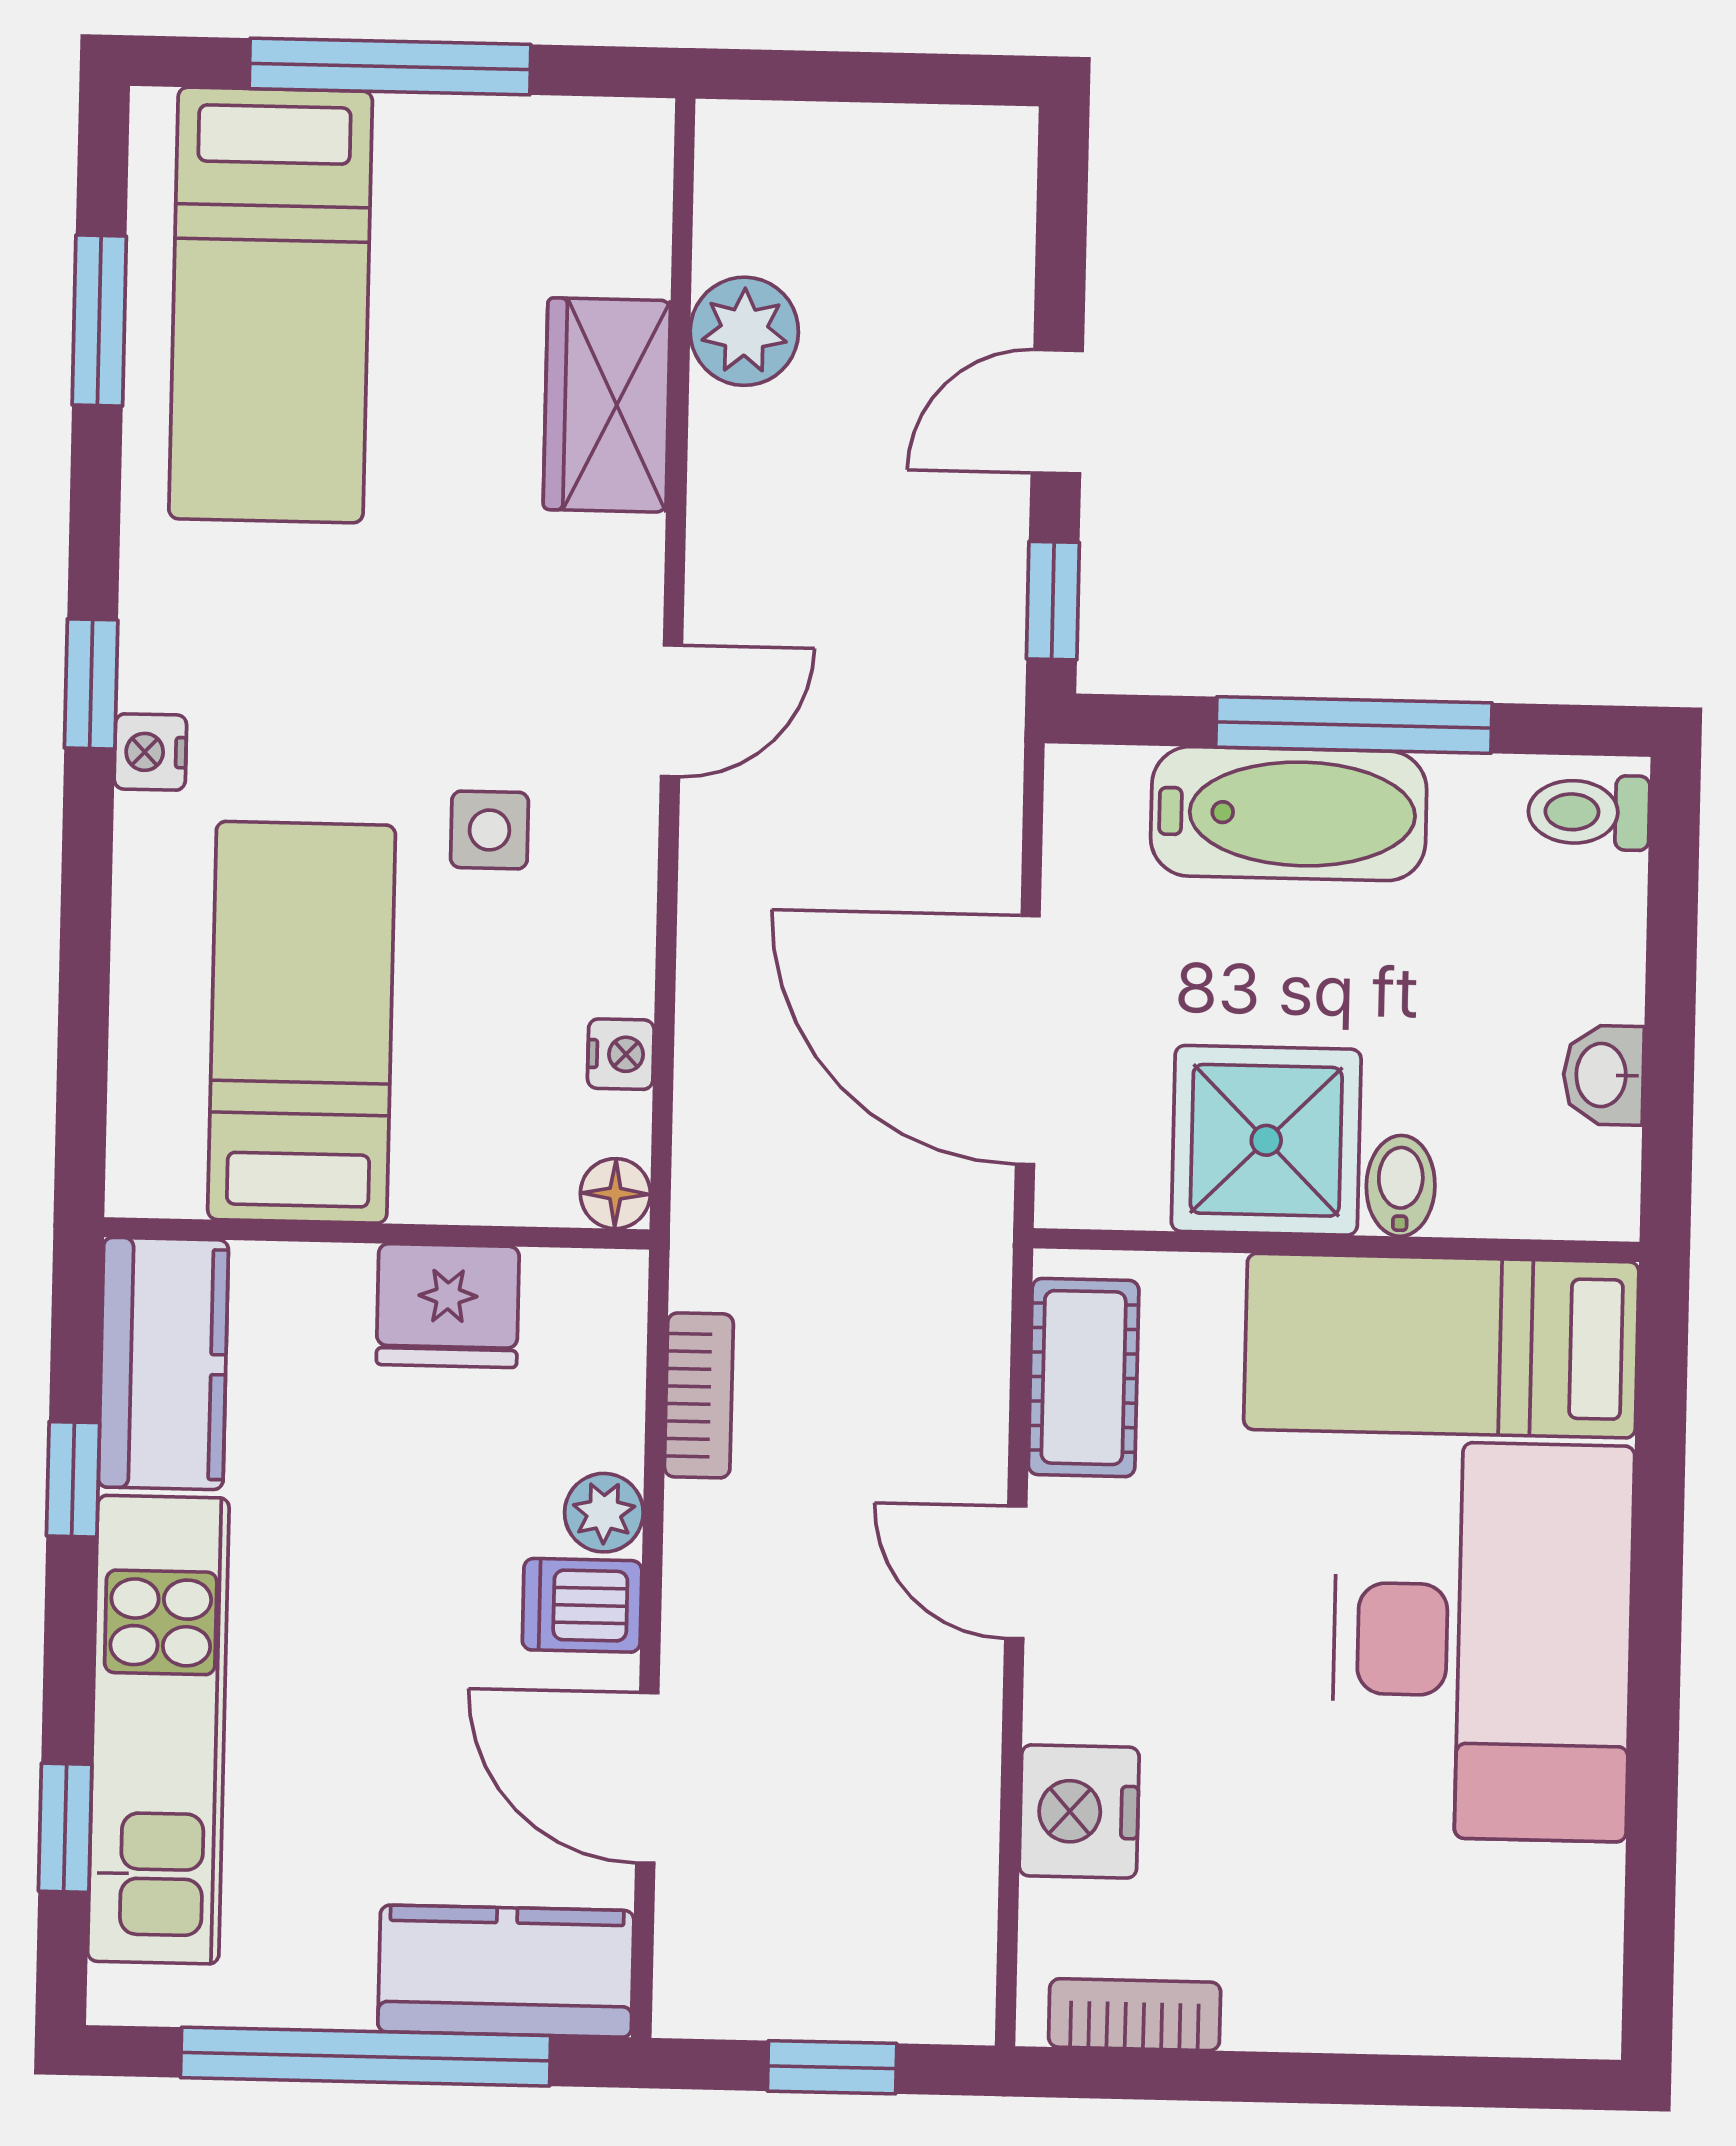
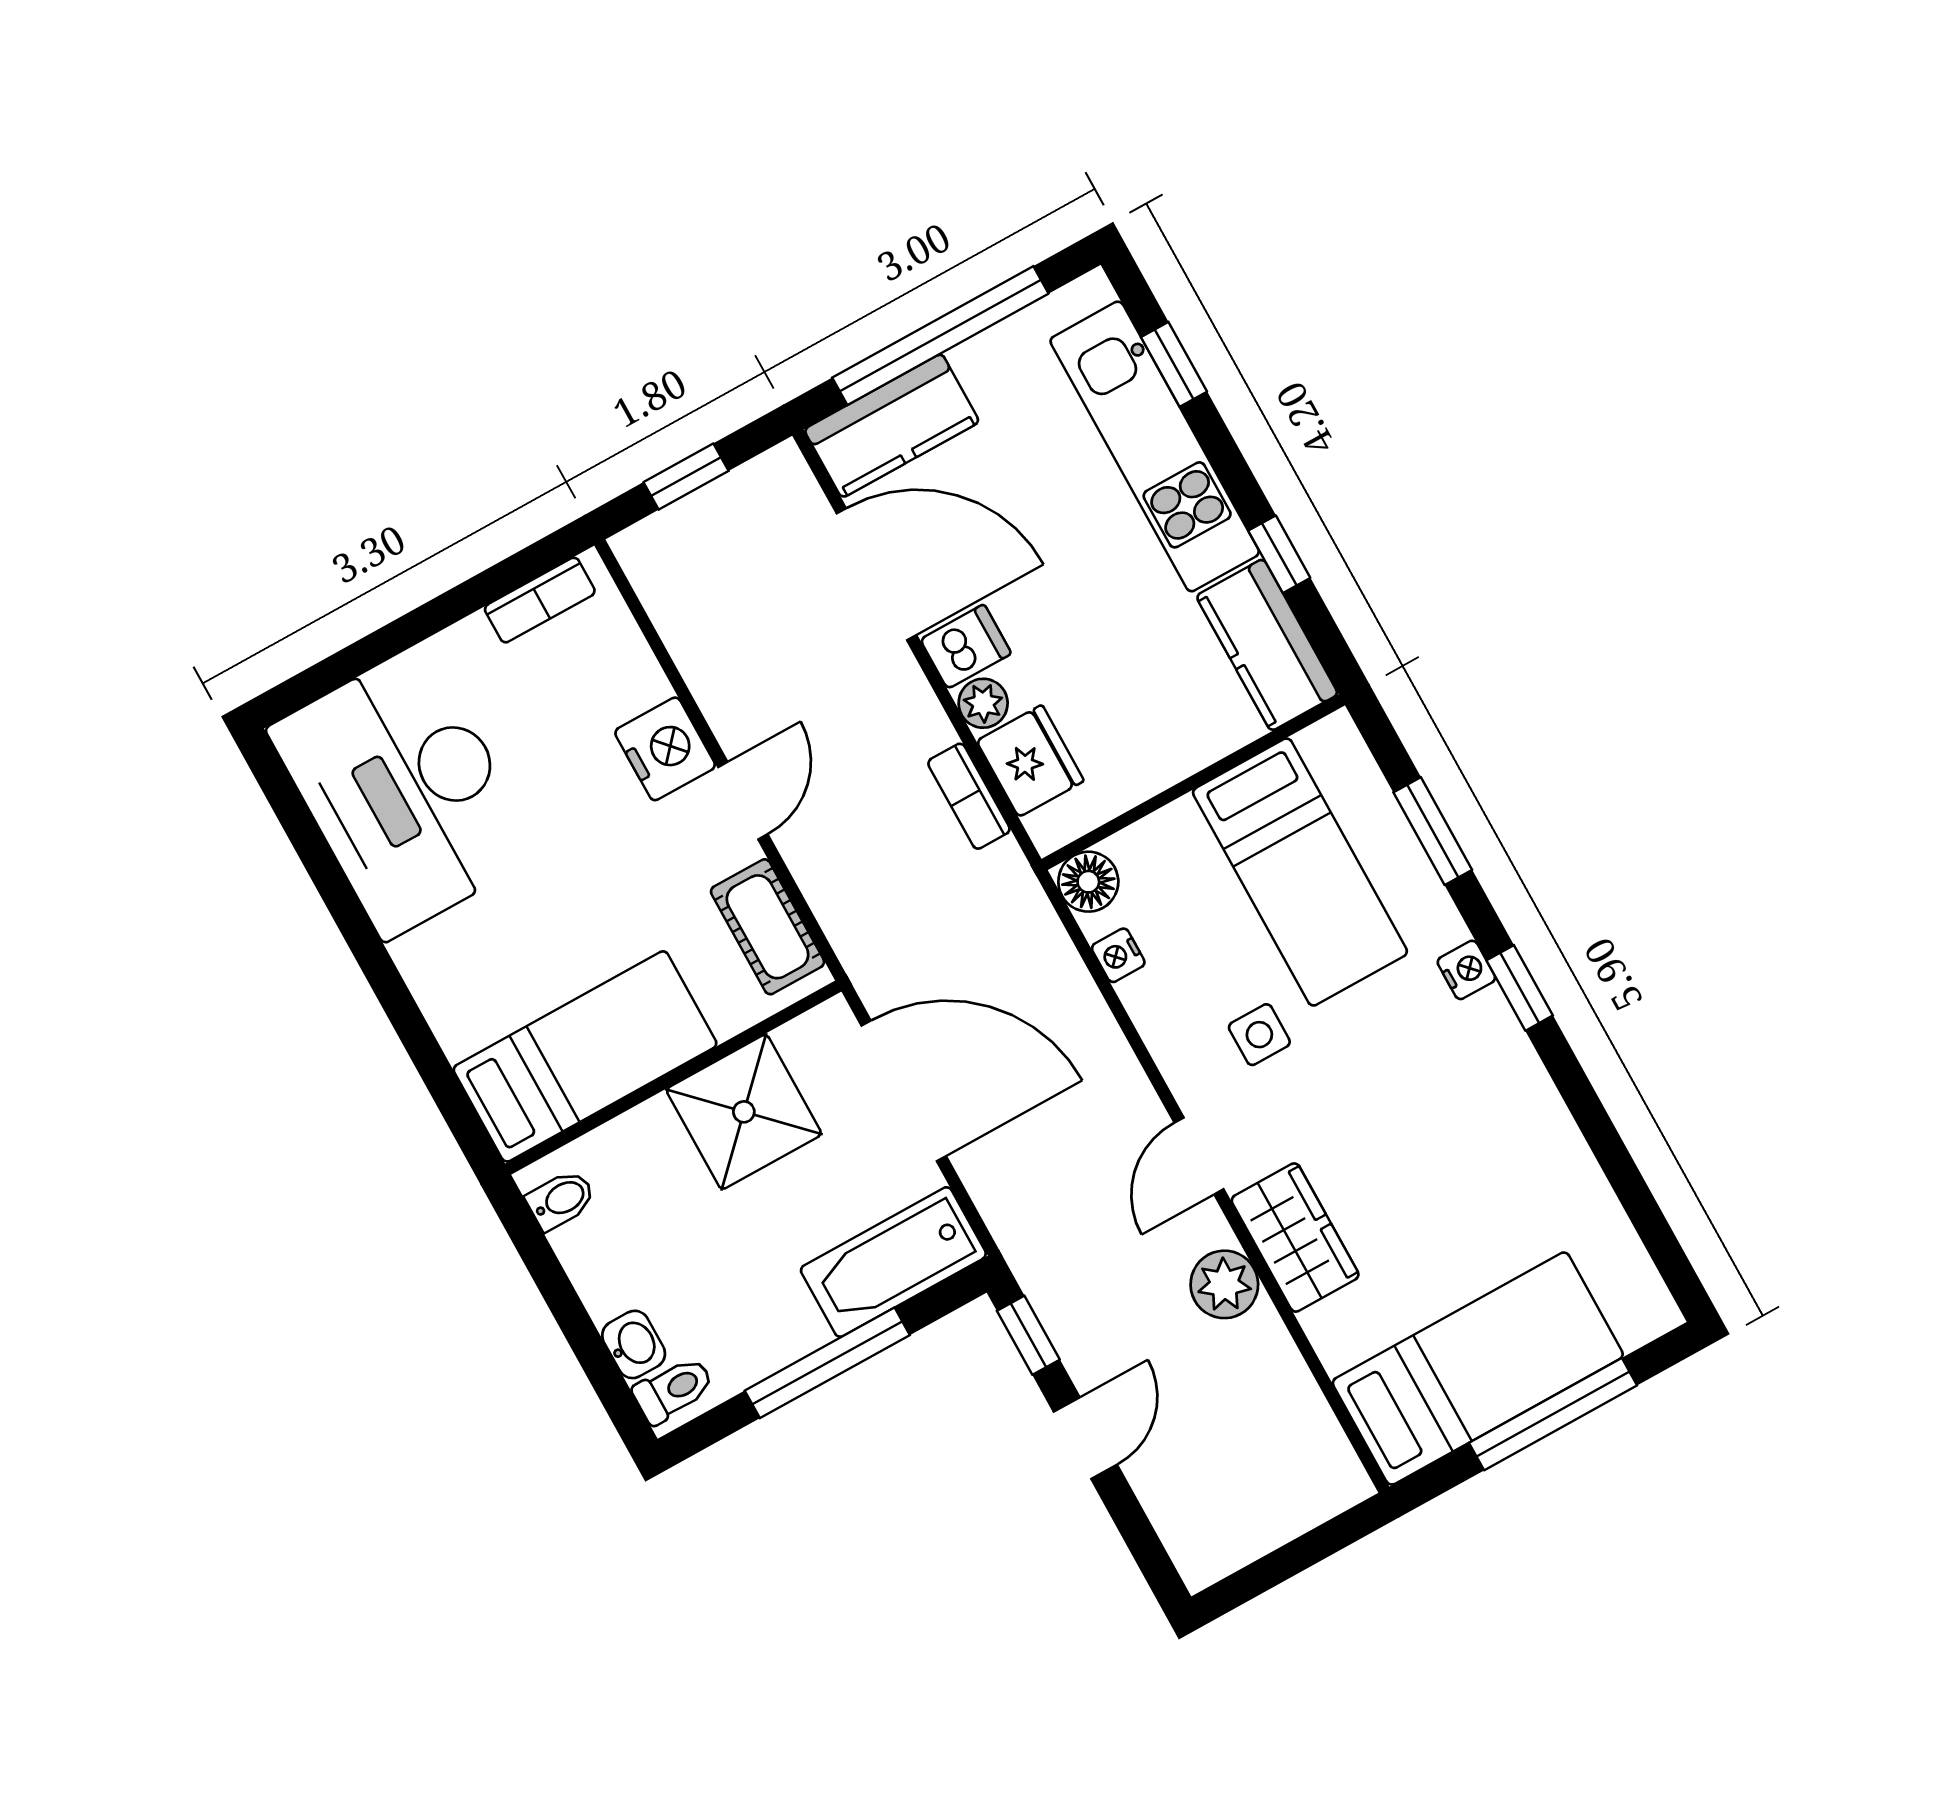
bed: (271, 305) -> (1478, 1369), moved, turned 90
window: (99, 321) -> (1433, 831), moved
plant: (744, 331) -> (1224, 1284), moved
wardrobe: (607, 405) -> (1295, 1238), moved
bathtub: (1289, 814) -> (893, 1262), moved
washbasin: (1603, 1075) -> (634, 1344), moved
bidet: (1401, 1186) -> (561, 1200), moved, turned -90
floor lamp: (615, 1194) -> (1088, 882), width x1.37, depth x1.37
fridge: (448, 1306) -> (1030, 761), moved, turned 90
door: (1016, 1572) -> (743, 801), hinge flipped
desk: (1482, 1641) -> (404, 792), moved
door: (647, 1778) -> (876, 574), width x1.36
nightstand: (1079, 1811) -> (665, 749), moved

